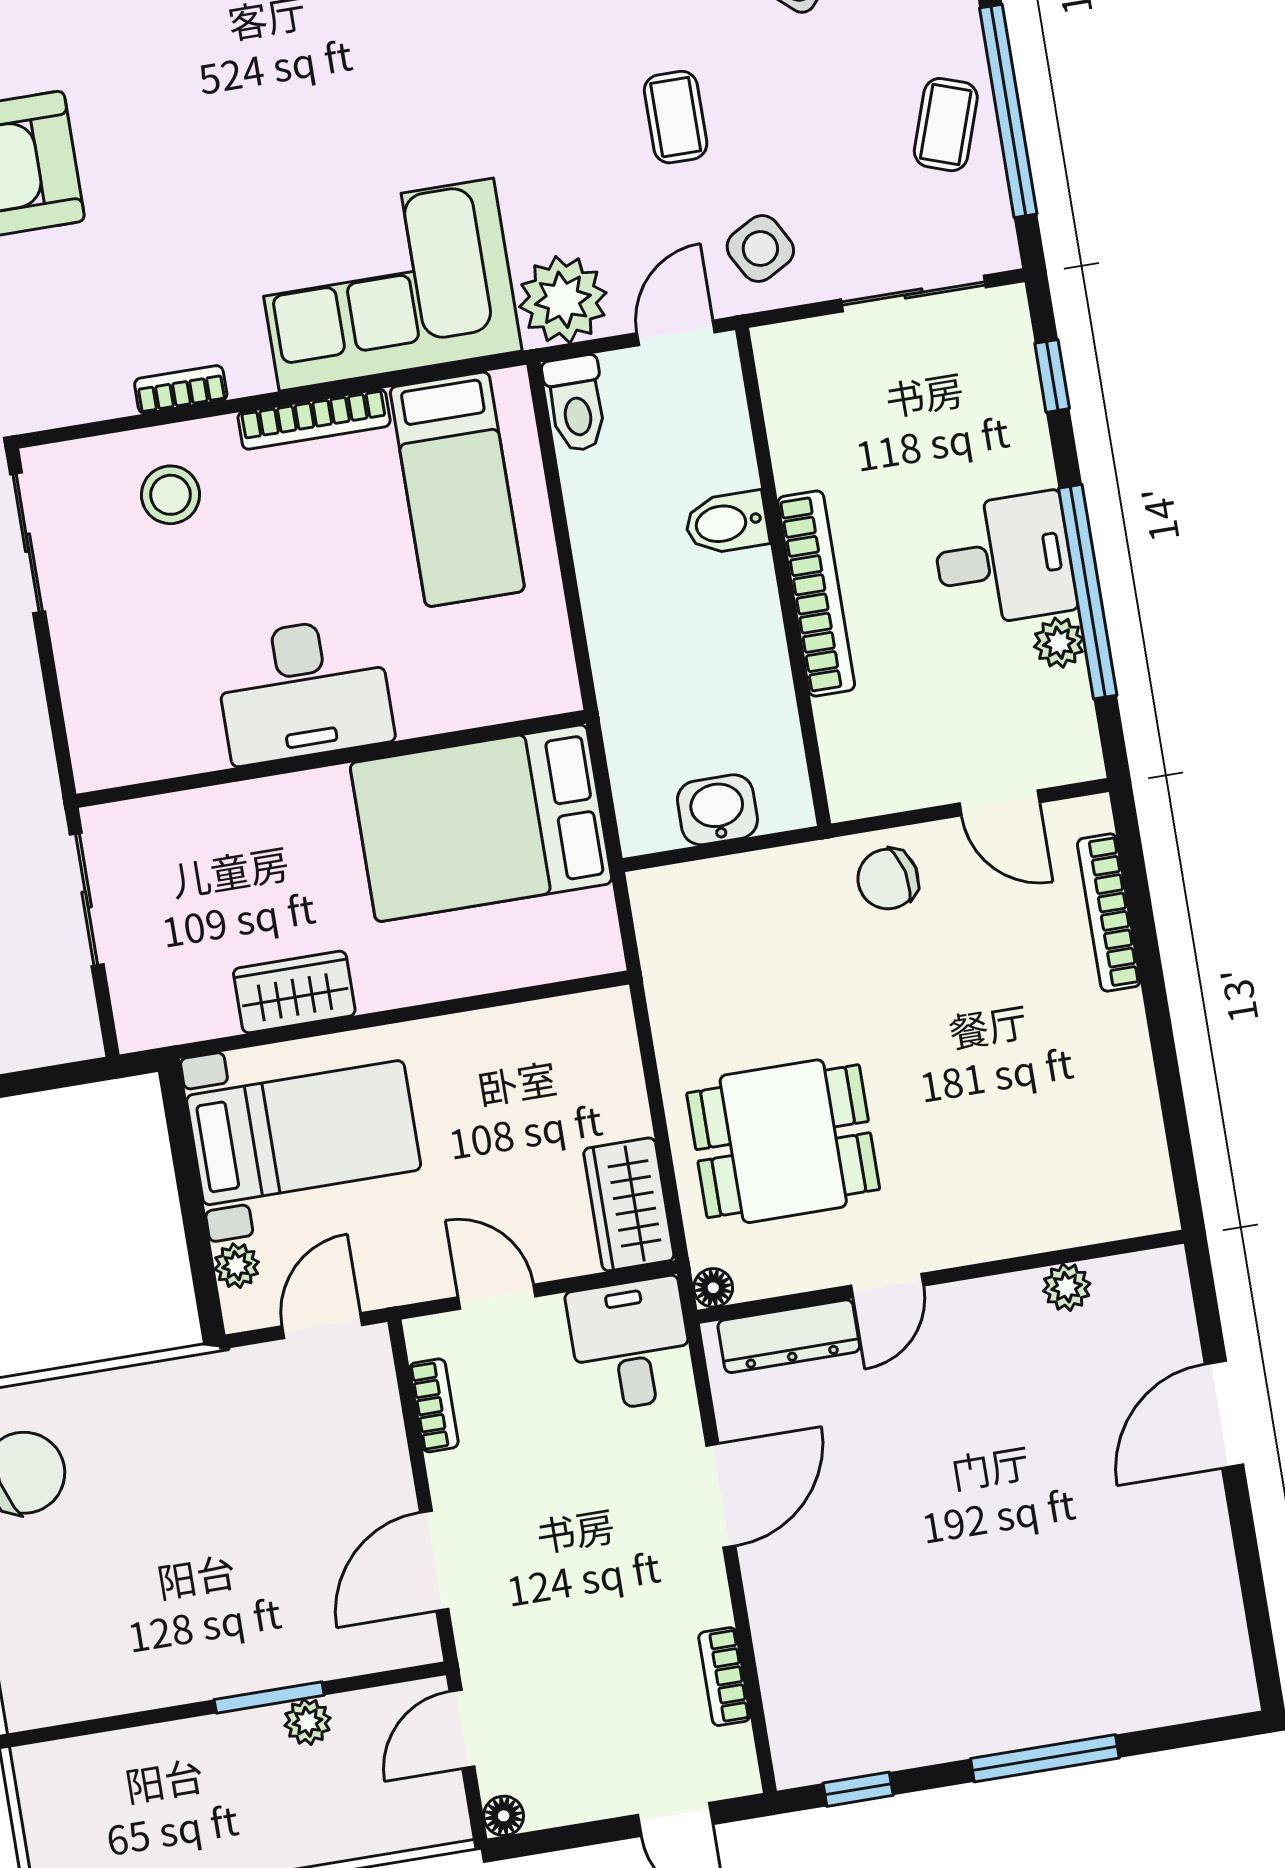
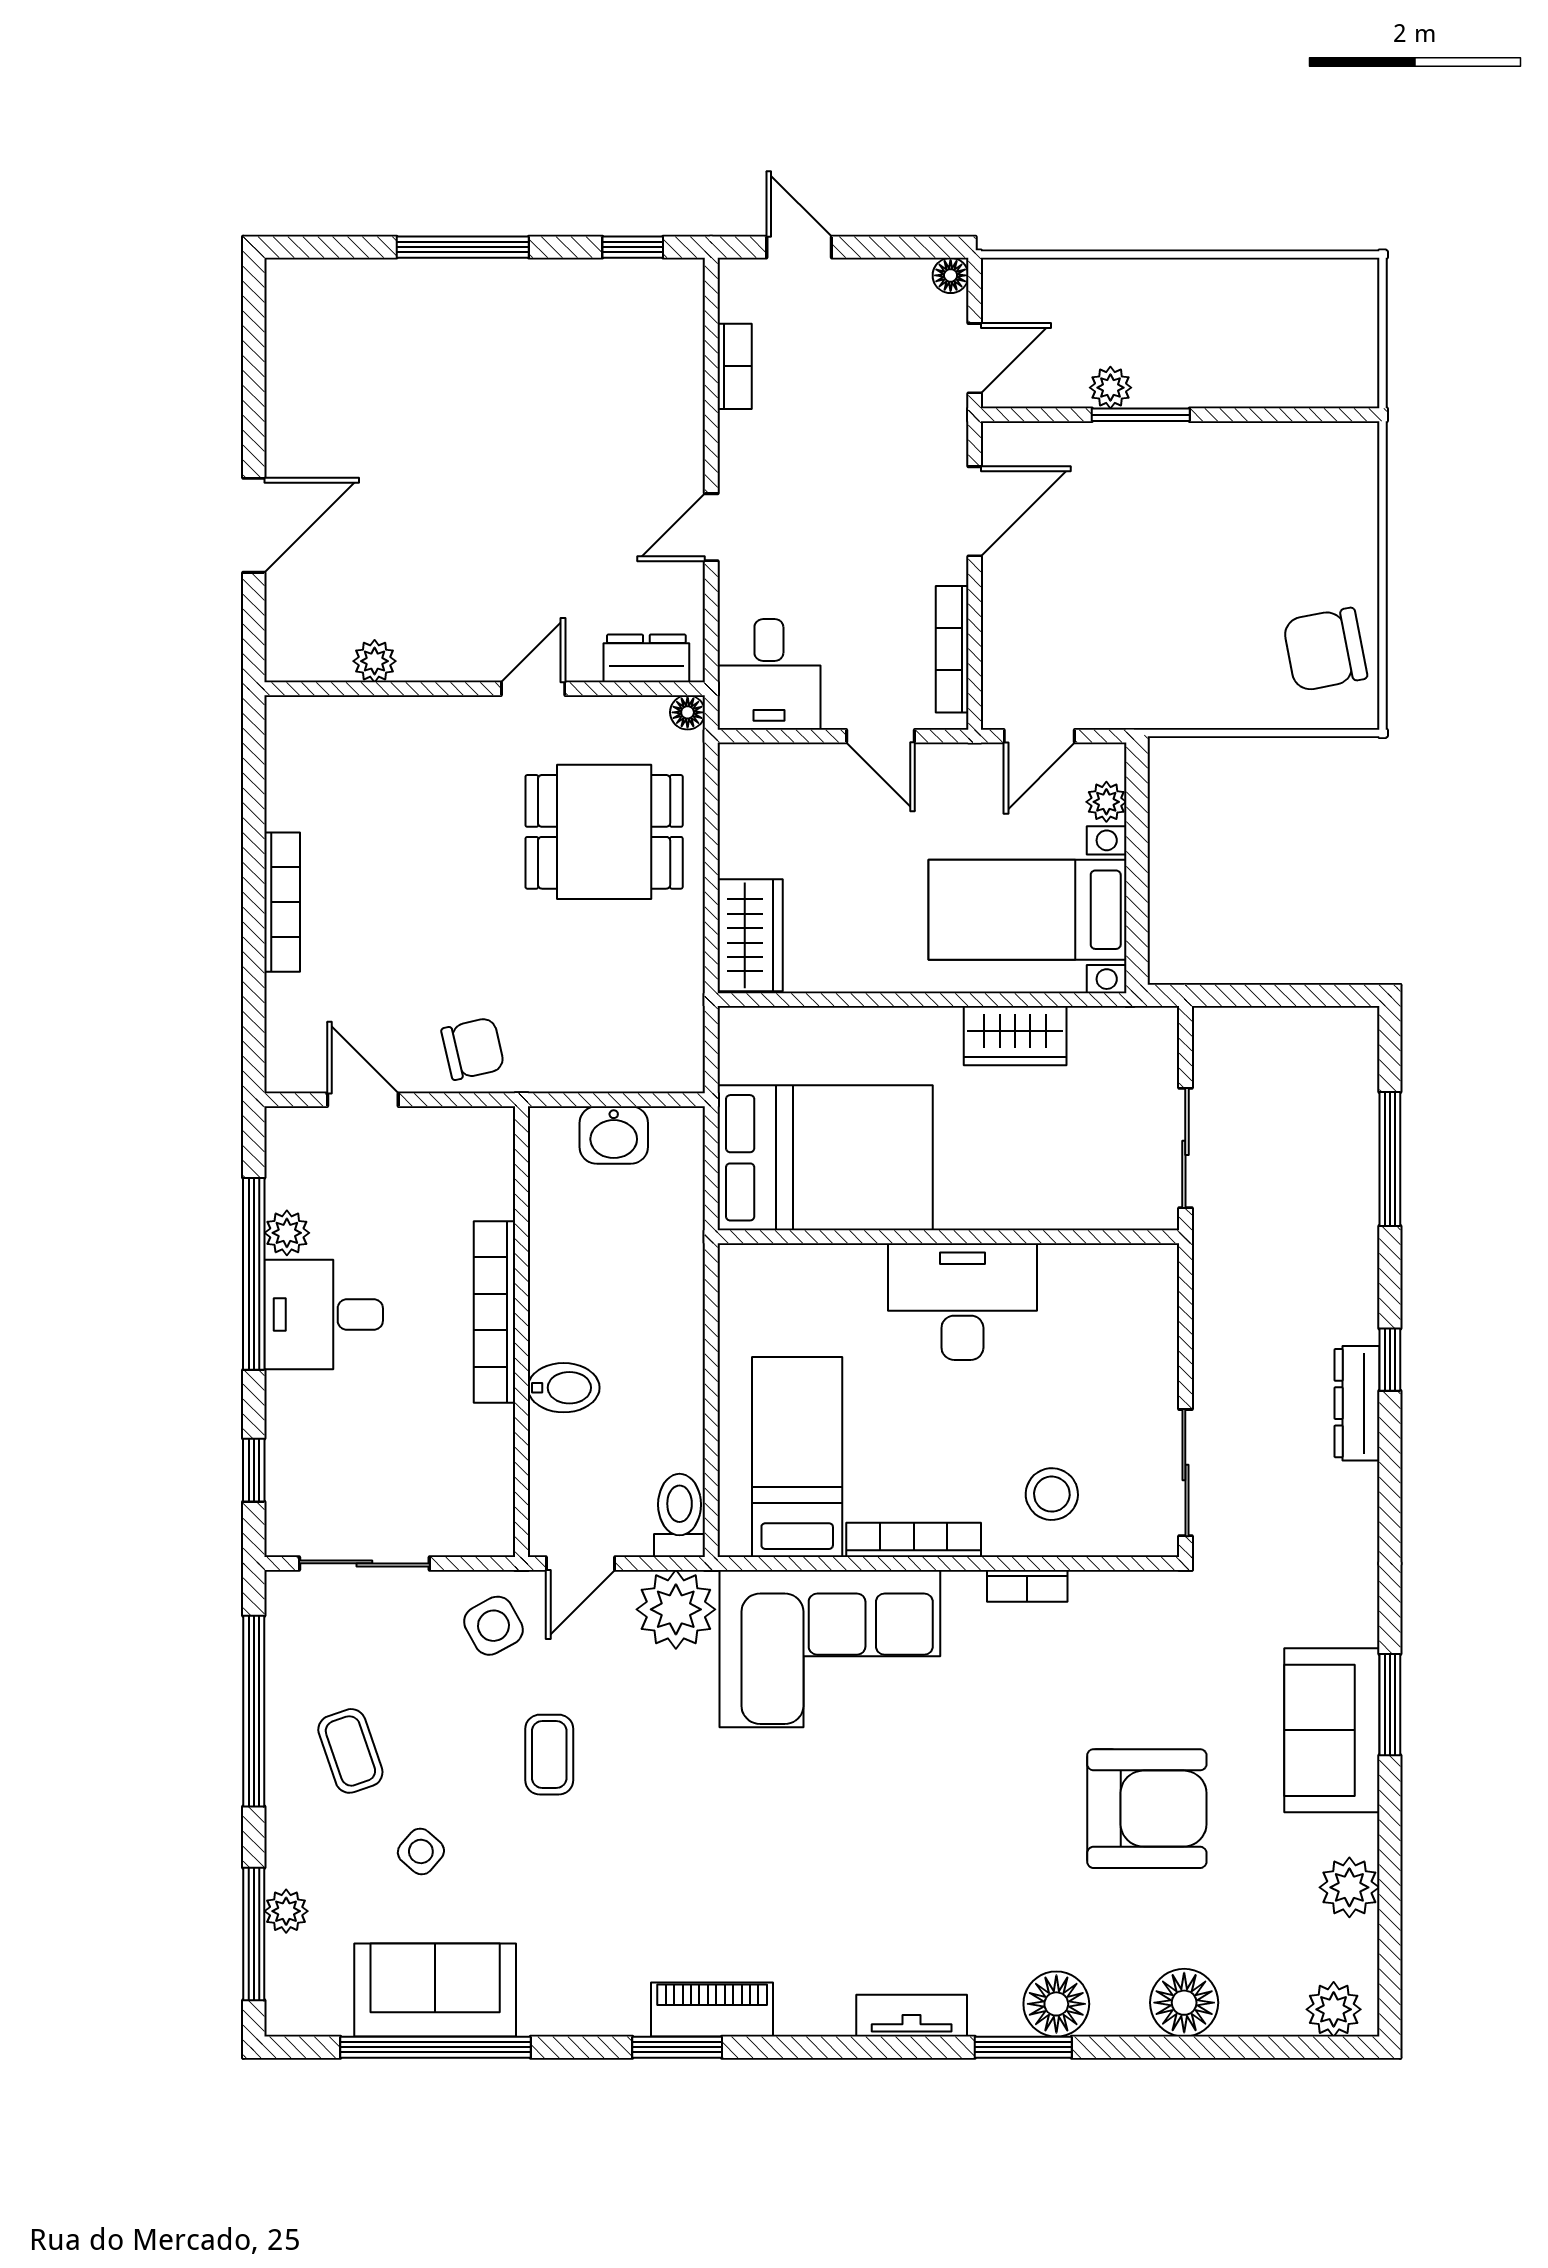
coffee table: (946, 125) -> (350, 1751), moved, turned -38
bookcase: (1109, 912) -> (282, 902), moved
wardrobe: (629, 1204) -> (750, 935), moved
dresser: (789, 1336) -> (646, 658), width x0.70
bookcase: (434, 1405) -> (952, 649), width x1.56
door: (721, 1496) -> (711, 527), width x0.73

